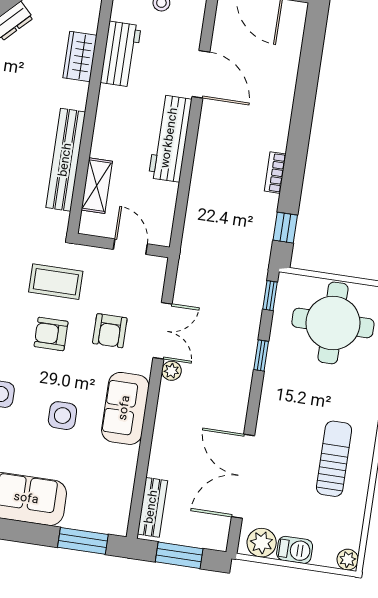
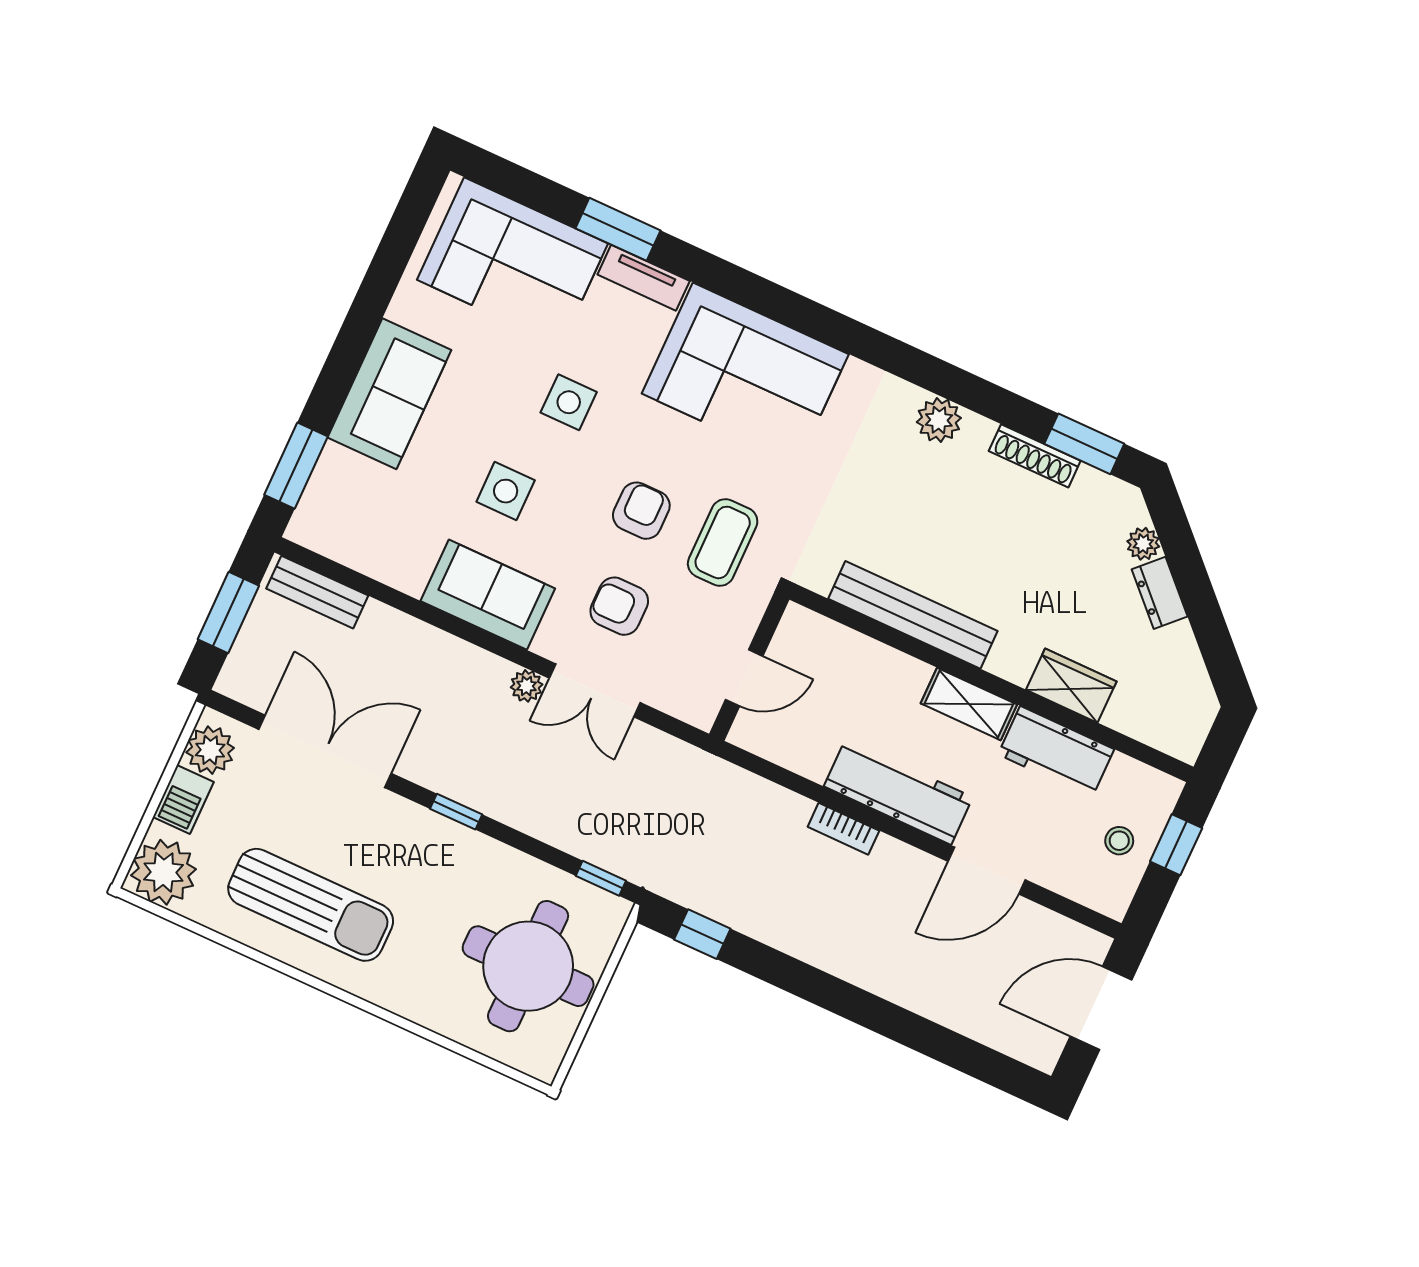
bookcase: (275, 173) -> (843, 829), moved, turned 180
shelving: (97, 186) -> (969, 704), moved
window: (261, 356) -> (456, 812), moved
sun lounger: (334, 459) -> (311, 905), width x1.36, depth x1.34
plant: (348, 560) -> (163, 872), width x1.88, depth x1.88

